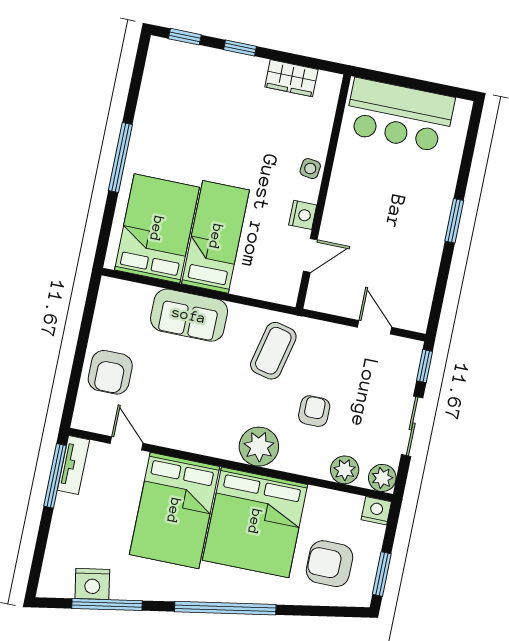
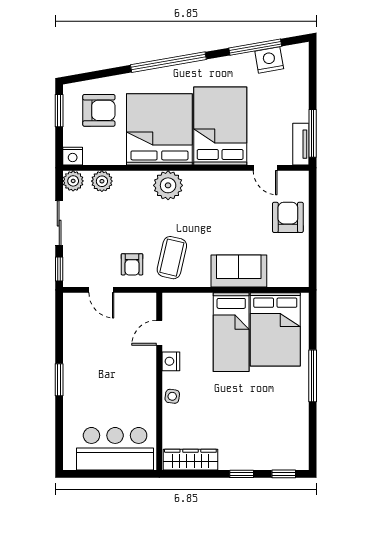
wardrobe: (291, 78) -> (190, 460), width x1.50
armchair: (314, 411) -> (132, 264), moved

